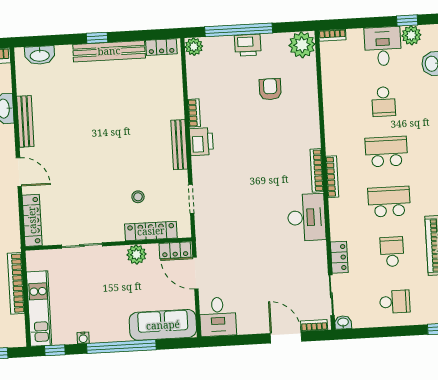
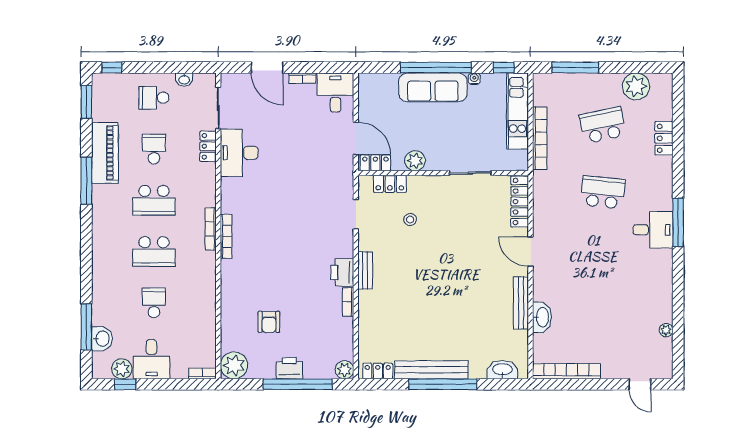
window: (97, 38) -> (443, 384), width x3.17
bench: (179, 145) -> (365, 270), width x0.73
desk: (307, 217) -> (239, 153), moved
locker: (151, 231) -> (390, 184), width x0.66
school desk: (392, 252) -> (154, 149), turned 180
washbasin: (343, 322) -> (184, 80), moved
sofa: (163, 325) -> (433, 87), moved
bookcase: (314, 325) -> (302, 78), moved

